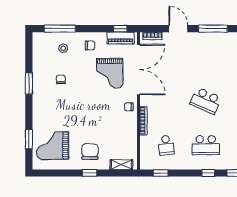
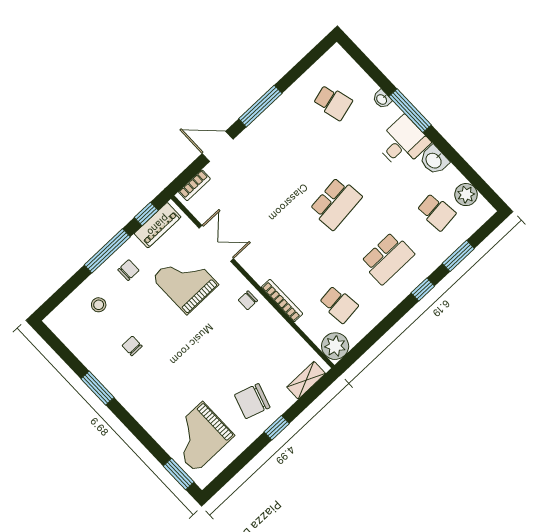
window: (60, 29) -> (107, 251), moved
double door: (138, 70) -> (216, 243), width x0.54
grand piano: (110, 73) -> (185, 281), turned 180
school desk: (206, 101) -> (336, 203), turned -30
window: (29, 139) -> (179, 474), moved
chair: (90, 152) -> (252, 401), turned -72
plant: (148, 162) -> (335, 346), added
window: (161, 173) -> (364, 345), removed

